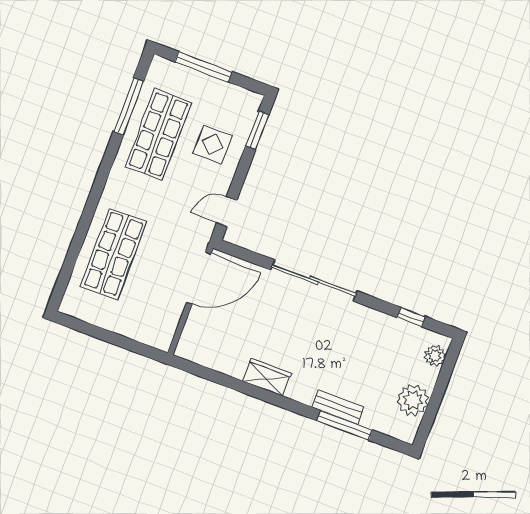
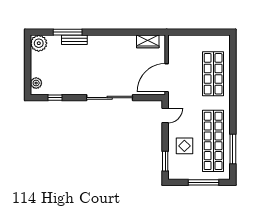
shop shelf: (158, 134) -> (213, 141), width x1.40
wardrobe: (267, 377) -> (148, 41), moved
plant: (413, 400) -> (39, 43), moved

